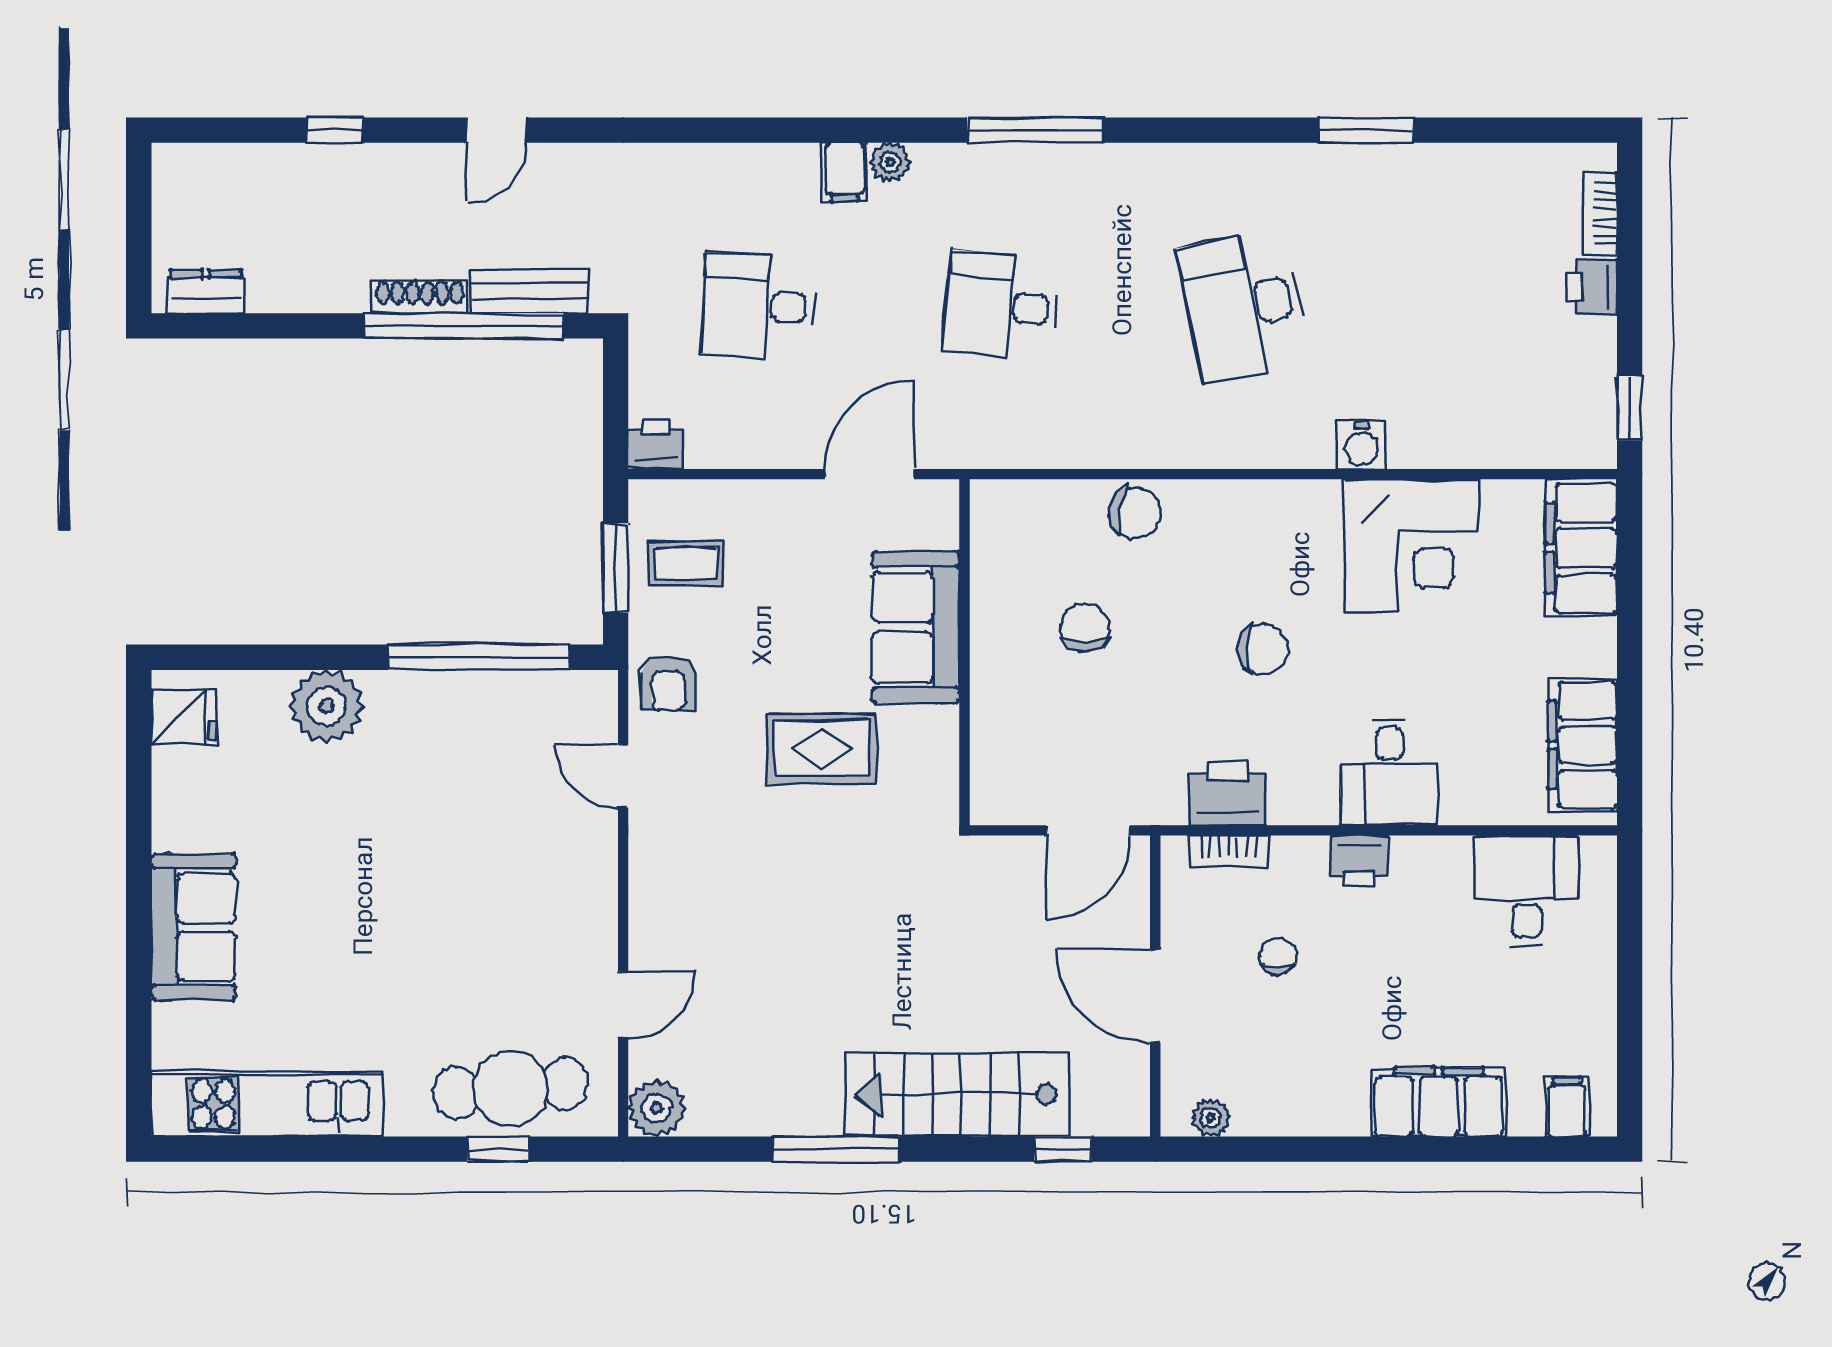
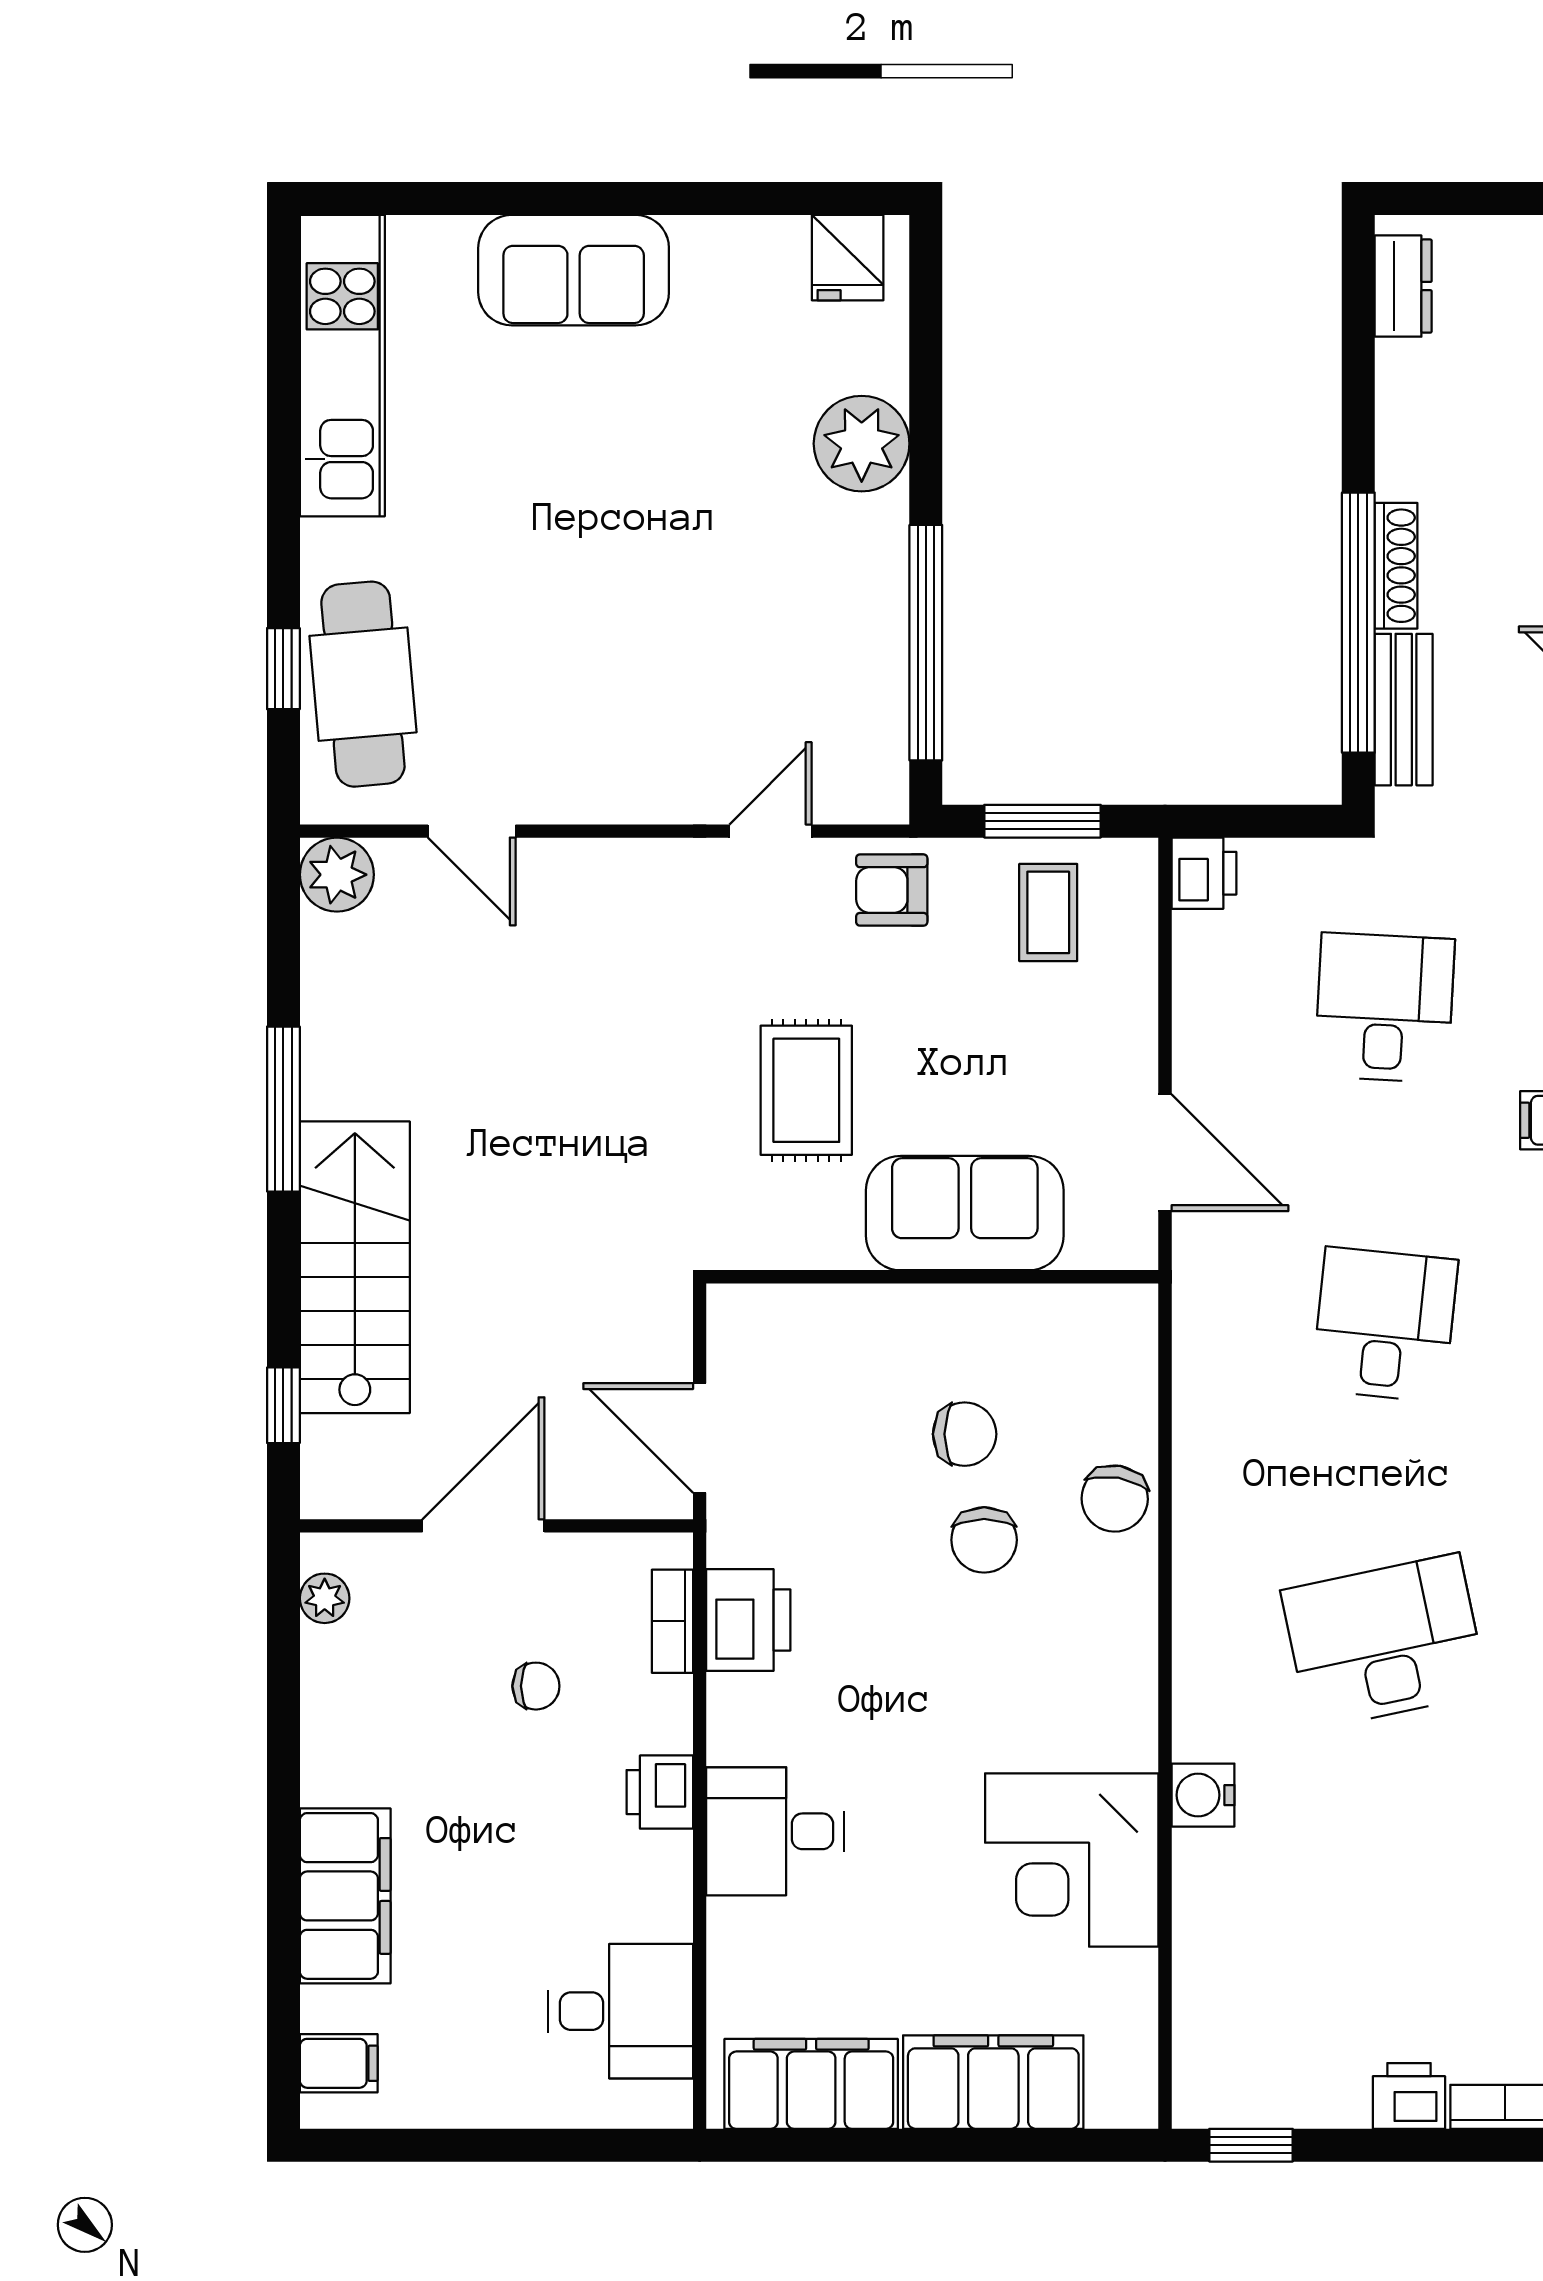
filing cabinet: (1581, 548) -> (993, 2082), moved
chair: (1263, 649) -> (984, 1540), moved

